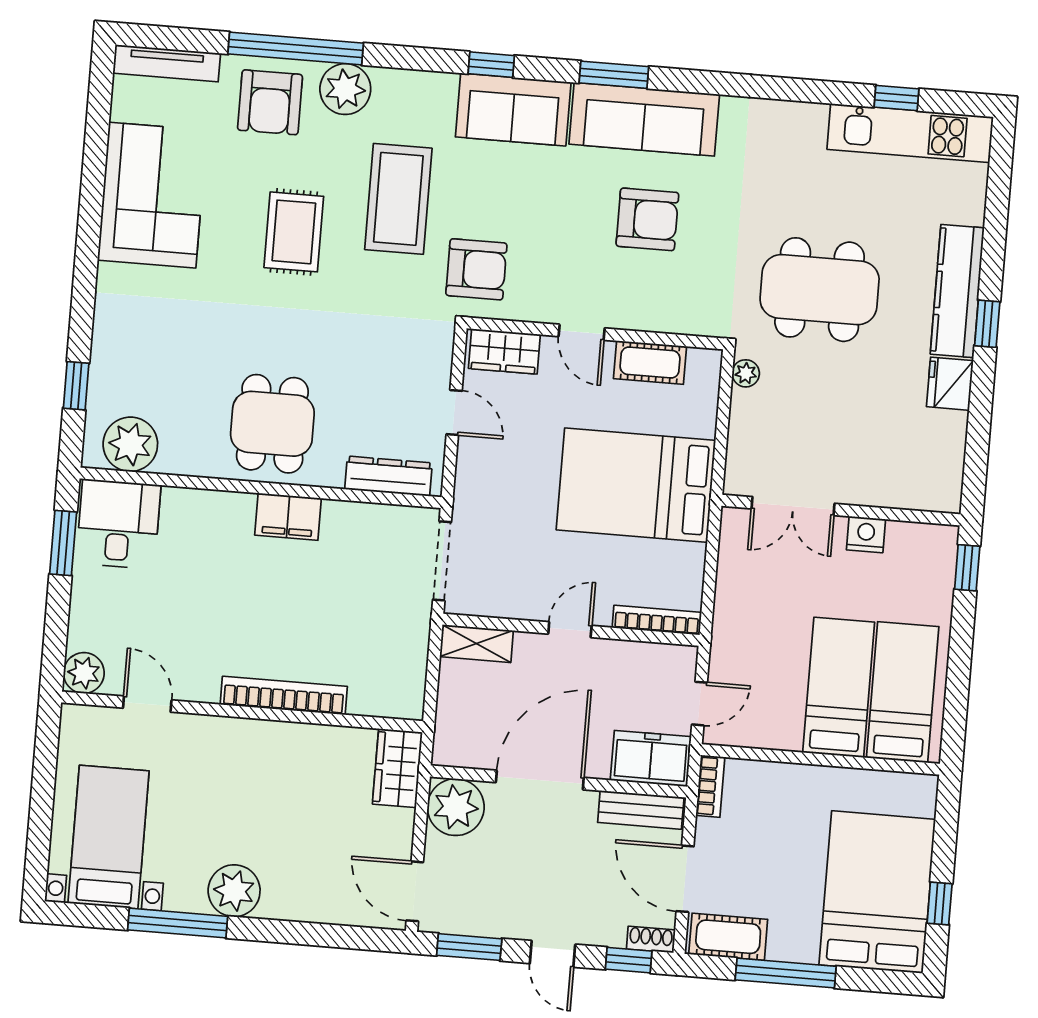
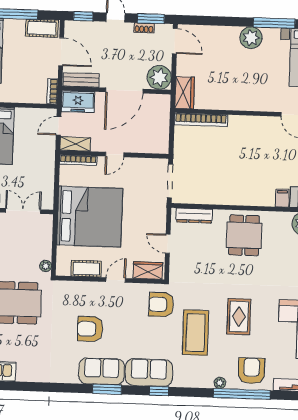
plant: (345, 89) -> (220, 383), width x0.53, depth x0.53
sofa: (644, 119) -> (102, 371), width x0.73
door: (582, 332) -> (116, 280), hinge flipped
bed: (636, 485) -> (90, 217), width x1.36
filing cabinet: (288, 517) -> (282, 198), moved, width x0.50
shelving: (476, 644) -> (75, 144), moved
bookcase: (284, 696) -> (201, 120), moved
shoe rack: (651, 940) -> (144, 28), moved

